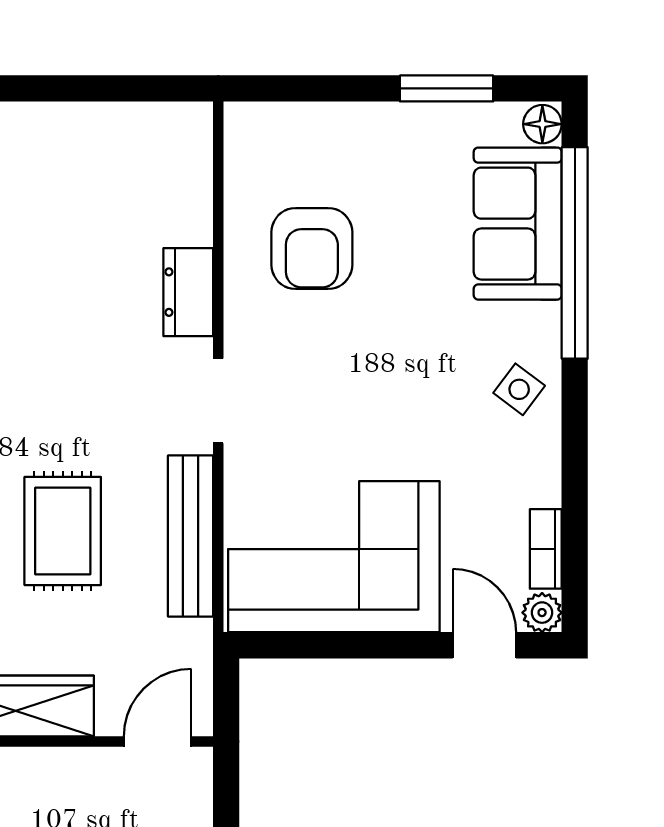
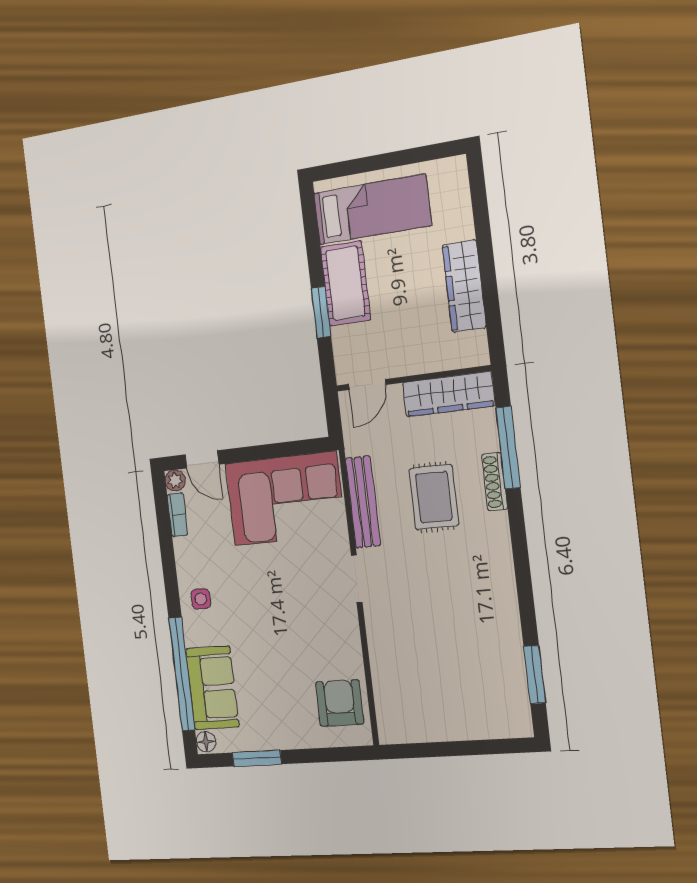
armchair: (312, 248) -> (340, 703), moved
dresser: (188, 292) -> (380, 638), removed
side table: (519, 389) -> (201, 599), turned -37

